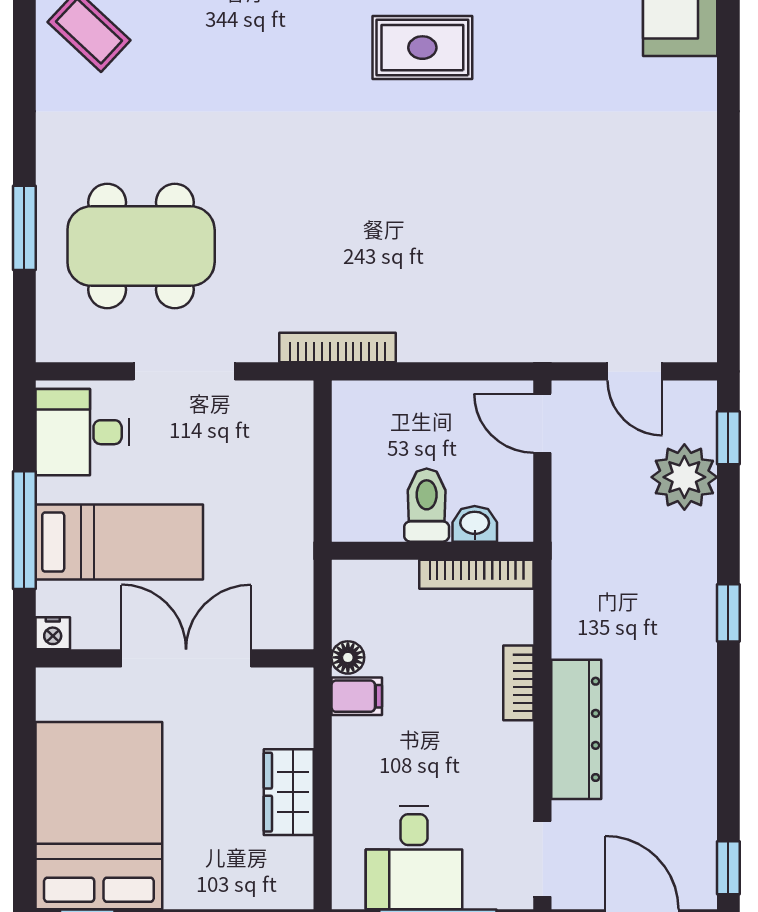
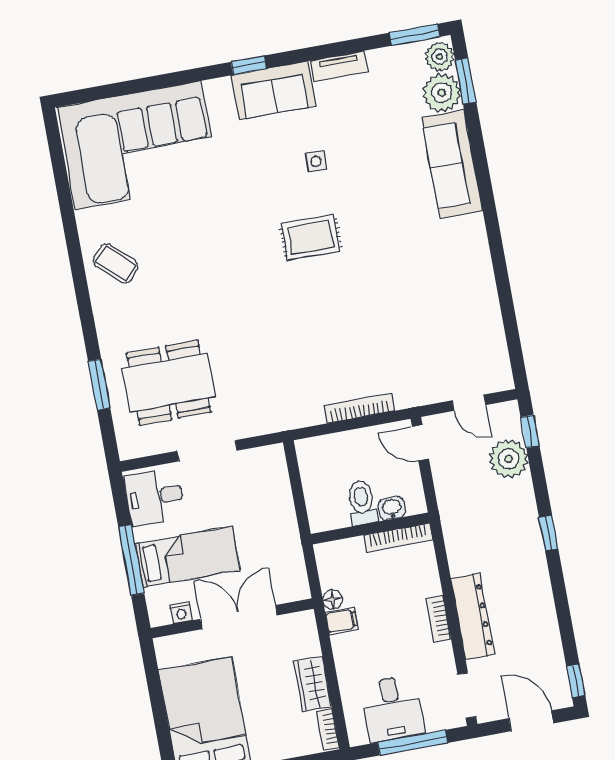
bookcase: (338, 348) -> (359, 409), moved
nightstand: (53, 633) -> (181, 613), moved
bookcase: (518, 683) -> (438, 619), moved
bookcase: (300, 873) -> (328, 729), added

